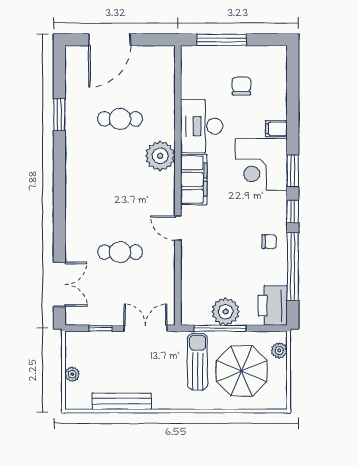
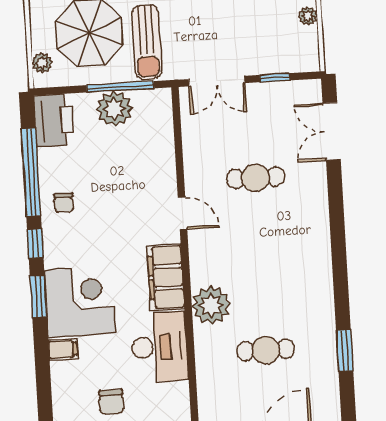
chair: (269, 242) -> (64, 203), turned -90

